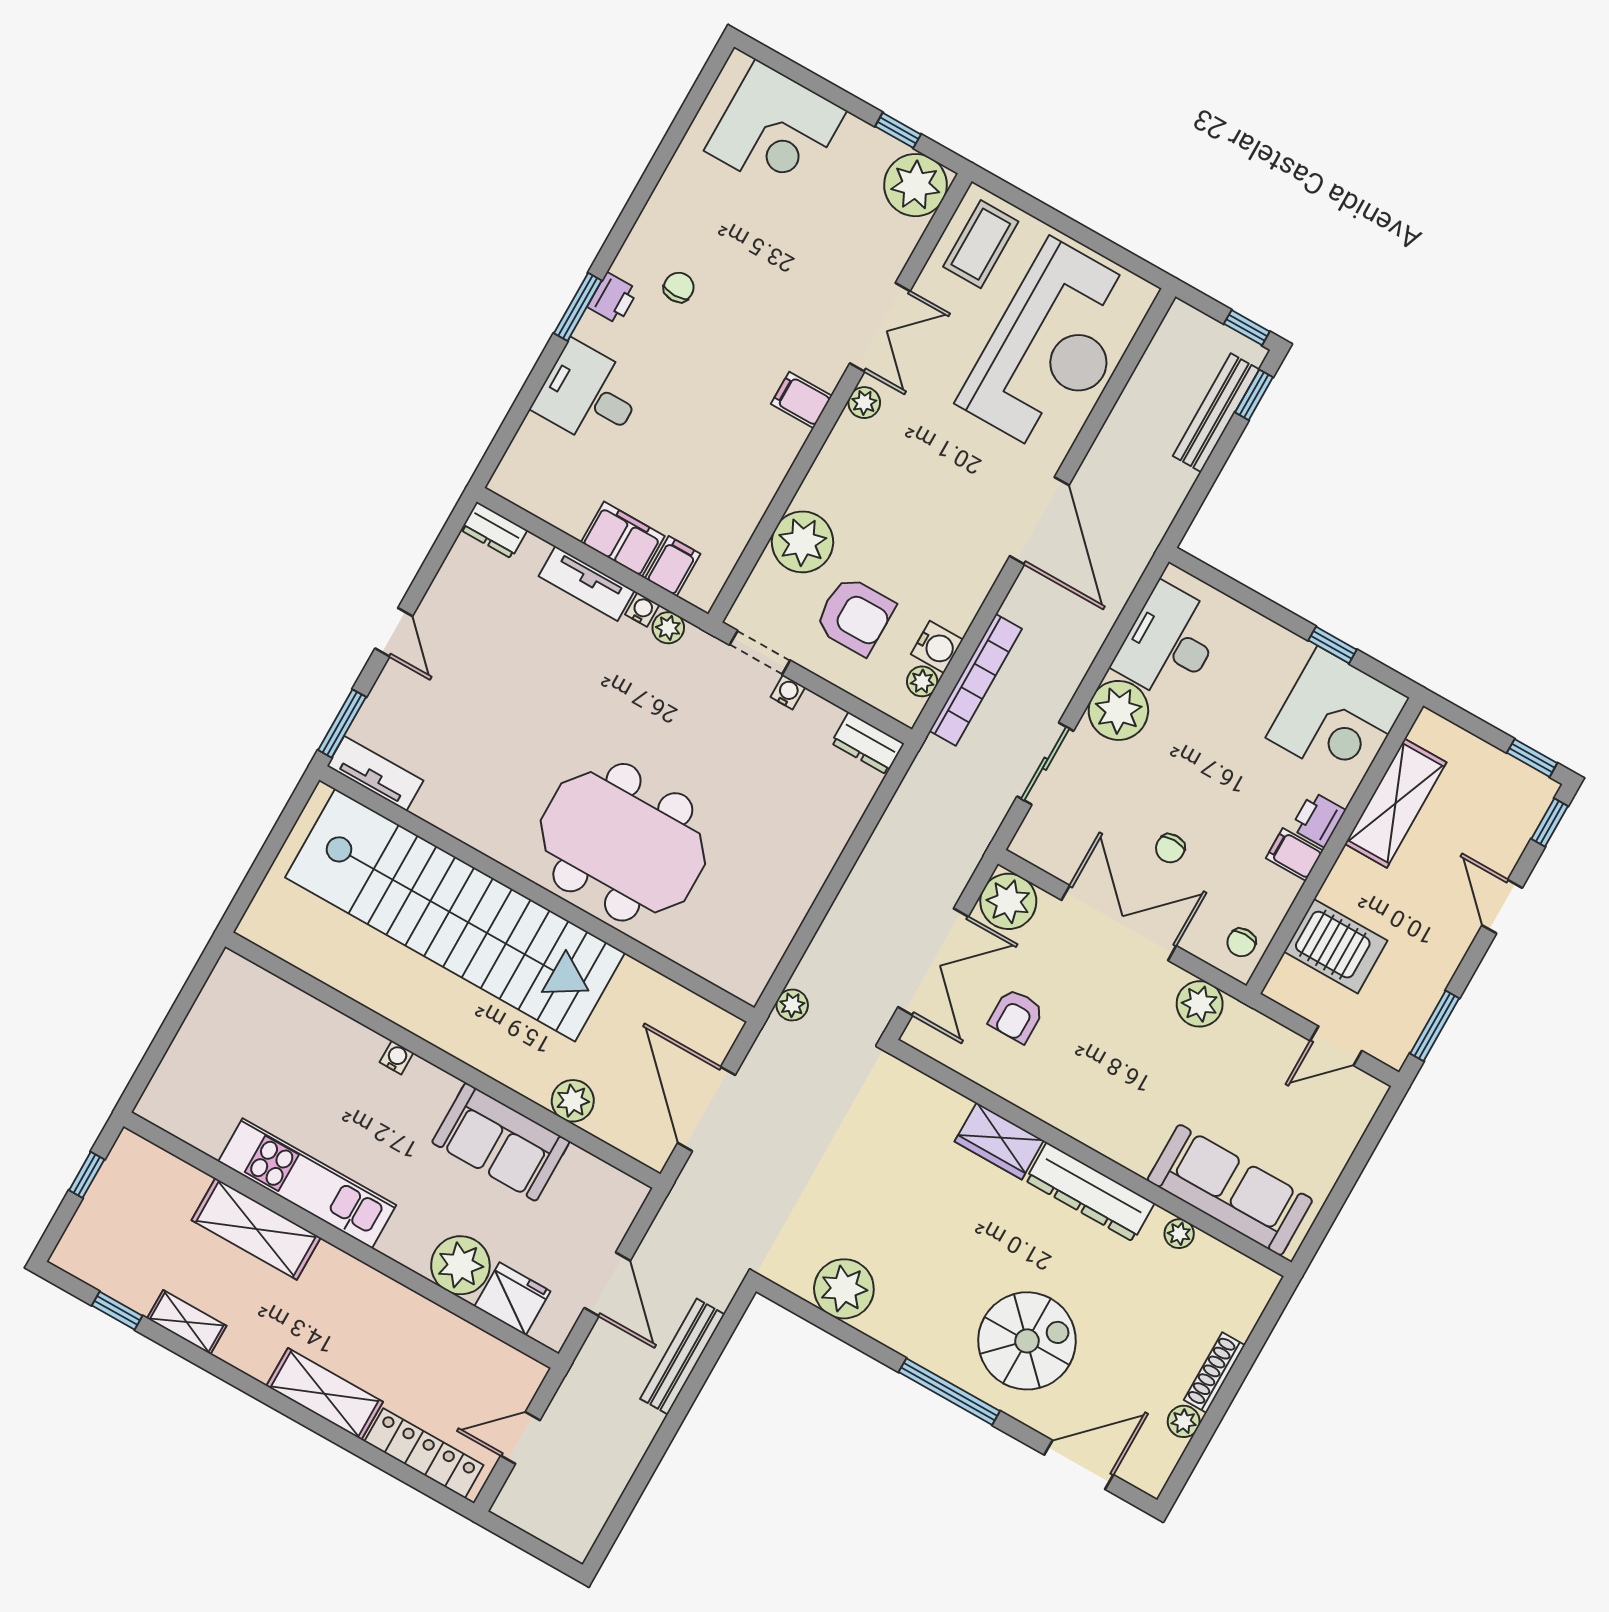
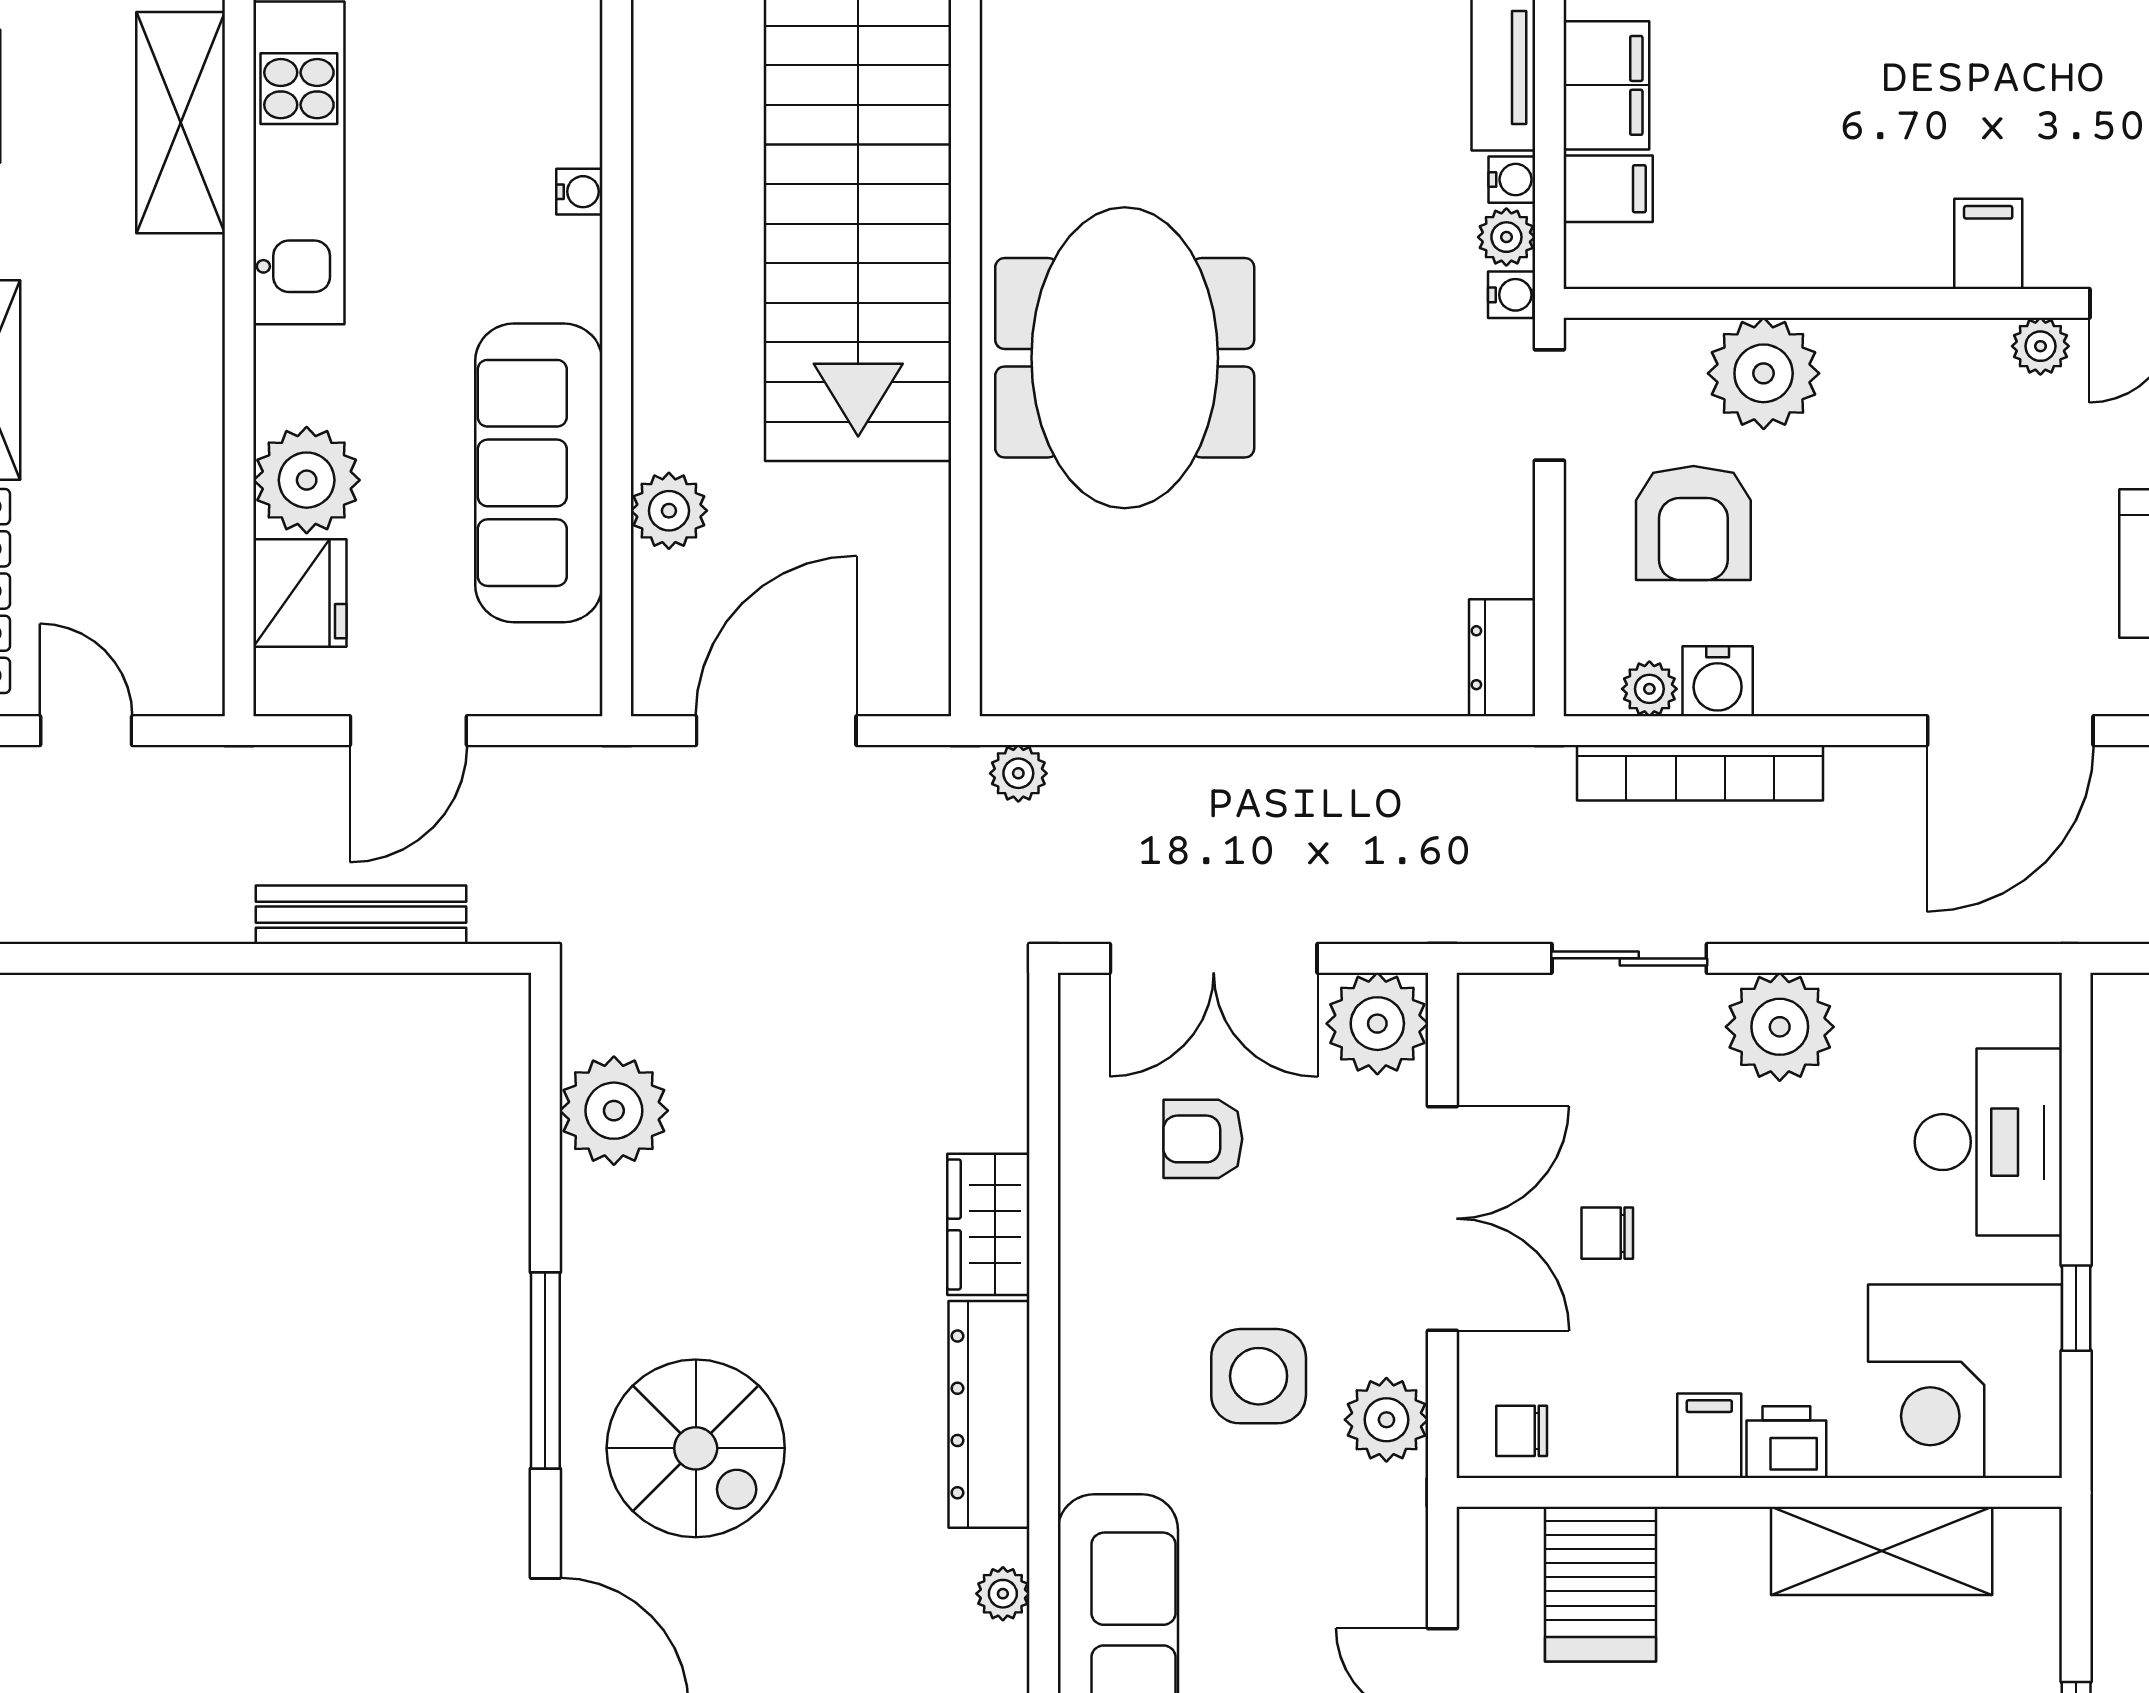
desk: (1169, 642) -> (1988, 1142), moved, turned 90
water cooler: (788, 692) -> (1512, 295), moved
side table: (1144, 1053) -> (1259, 1376), added
sofa: (501, 1142) -> (539, 473), width x1.36

